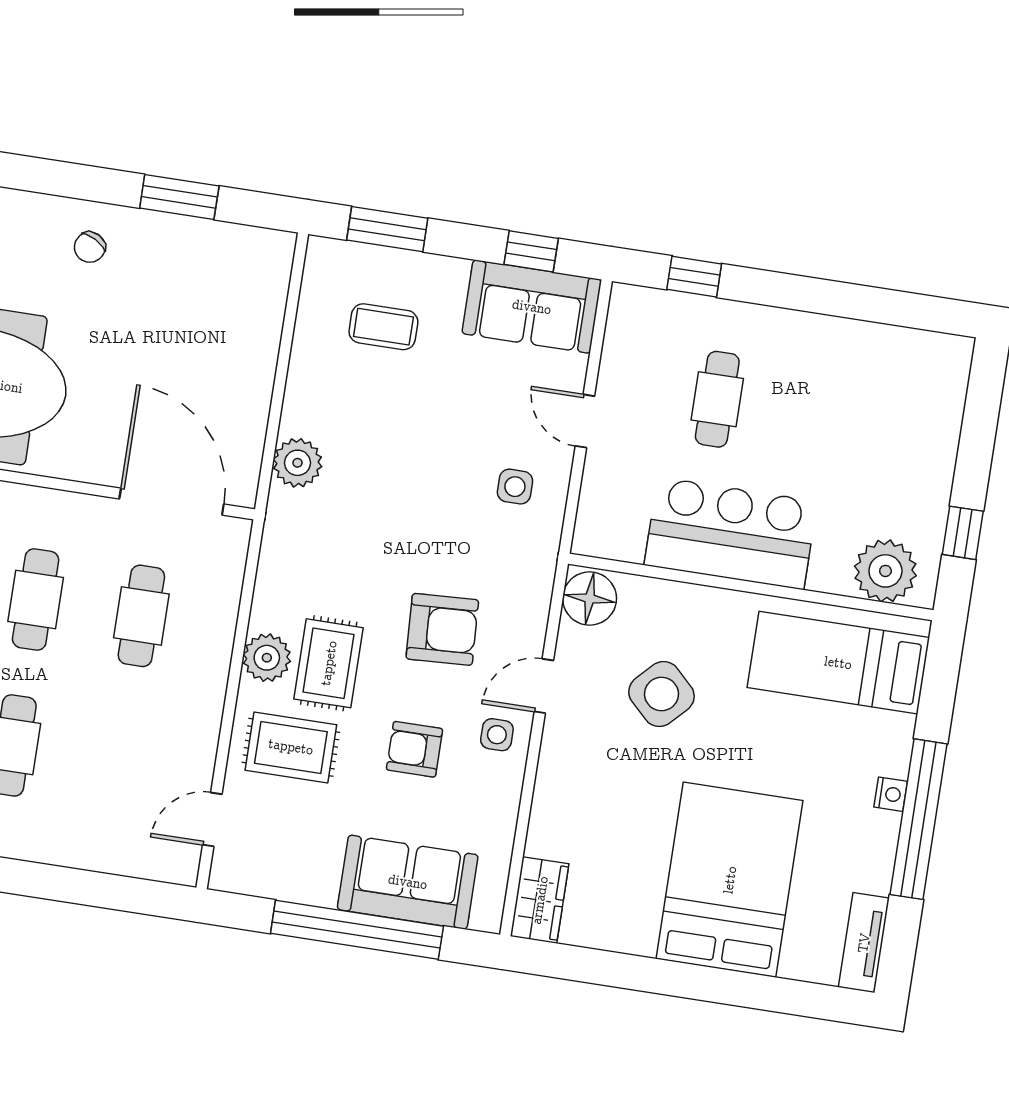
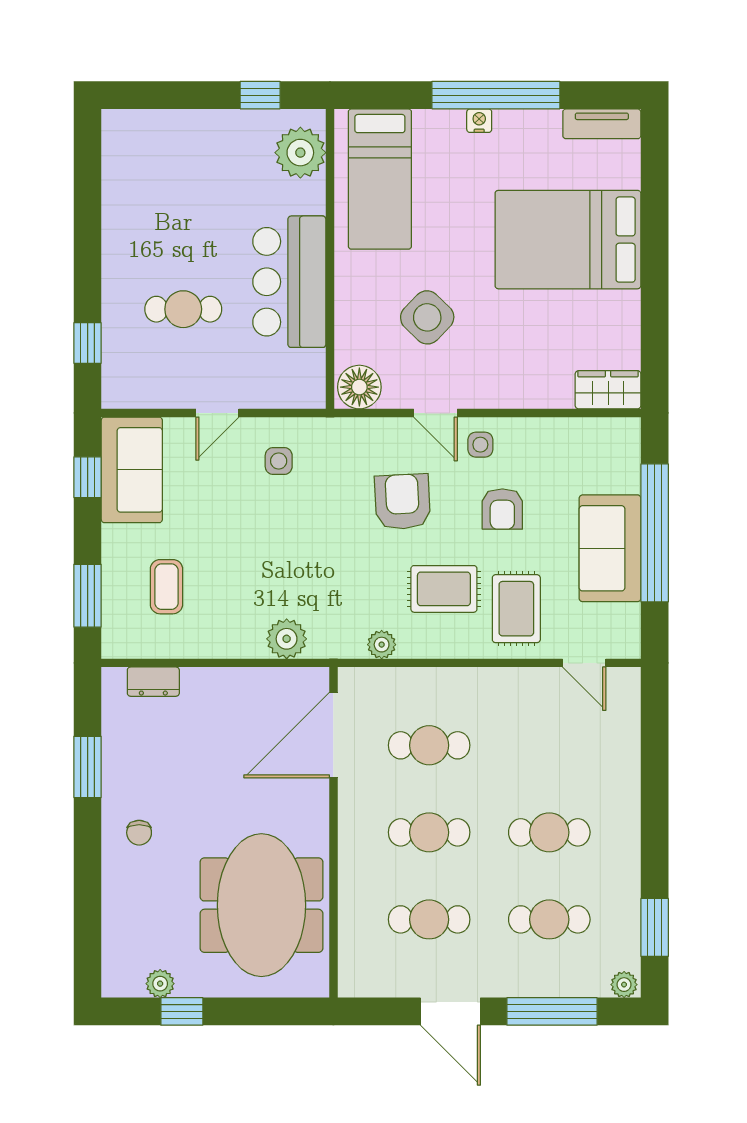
chair: (90, 247) -> (139, 833), turned 61
dresser: (271, 293) -> (153, 682), added
plant: (267, 658) -> (382, 645), moved, width x0.73, depth x0.73
sofa: (408, 882) -> (610, 548), moved

